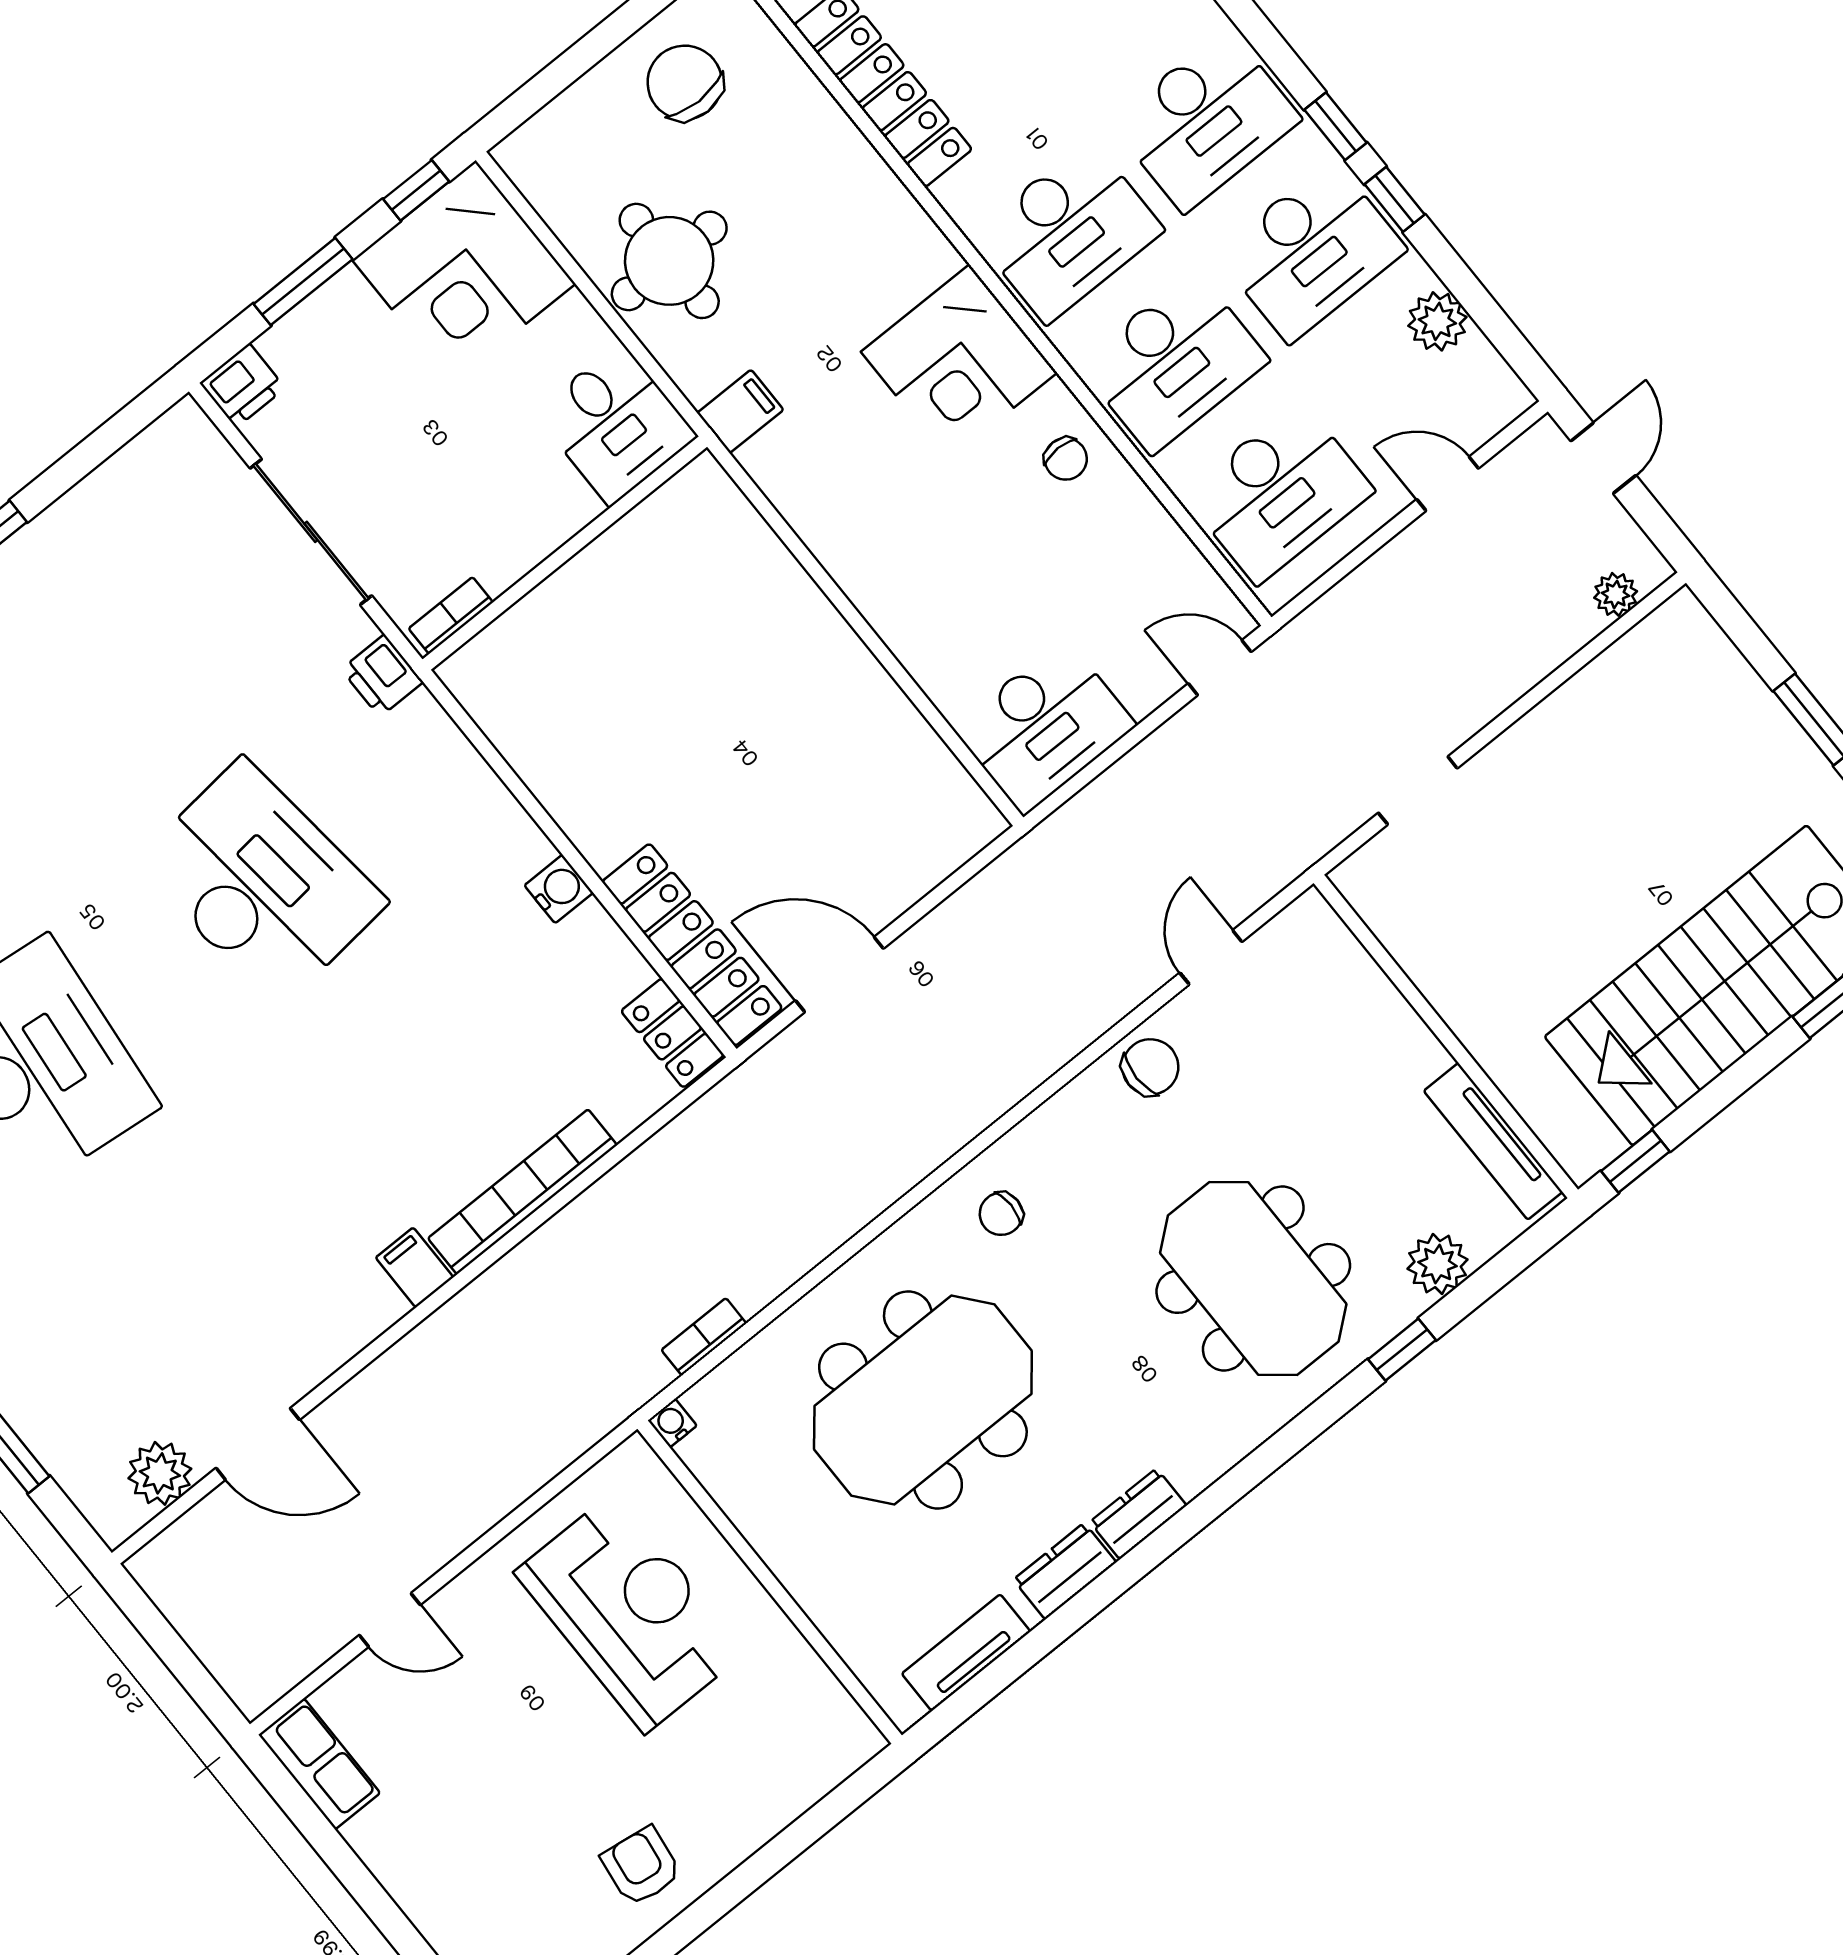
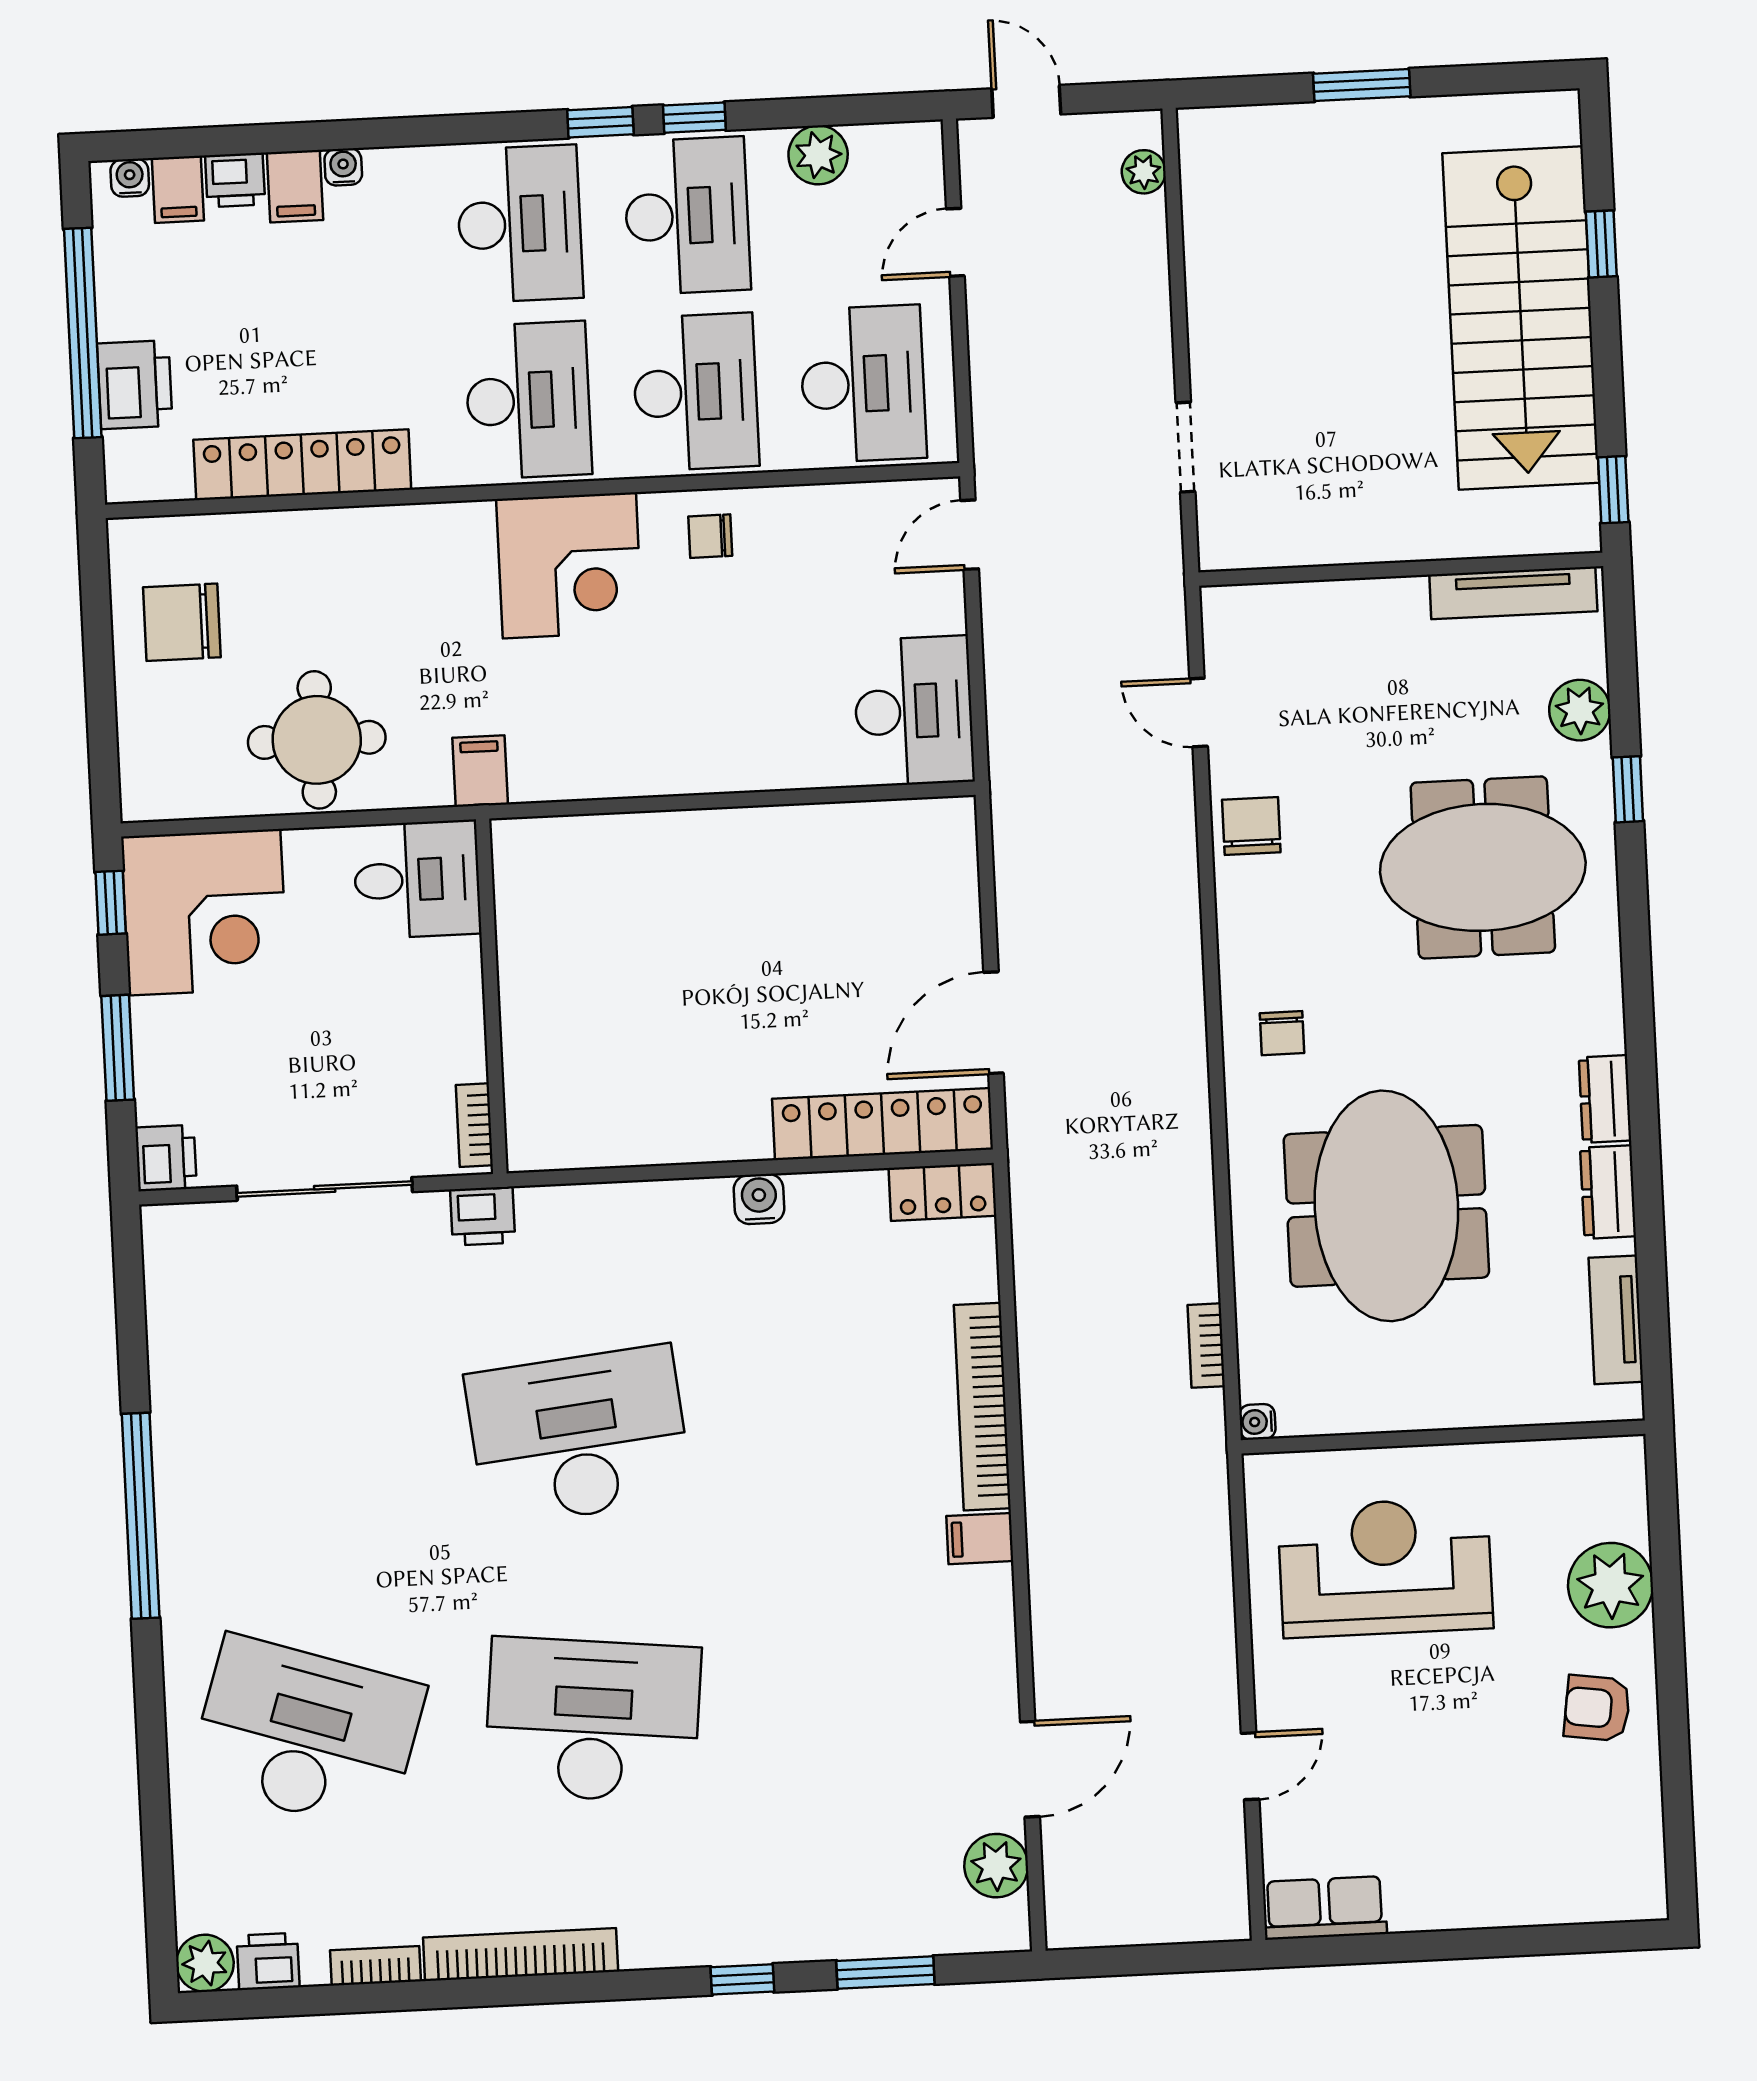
chair: (1066, 459) -> (710, 536), turned 180
plant: (749, 1805) -> (1611, 1585), added

